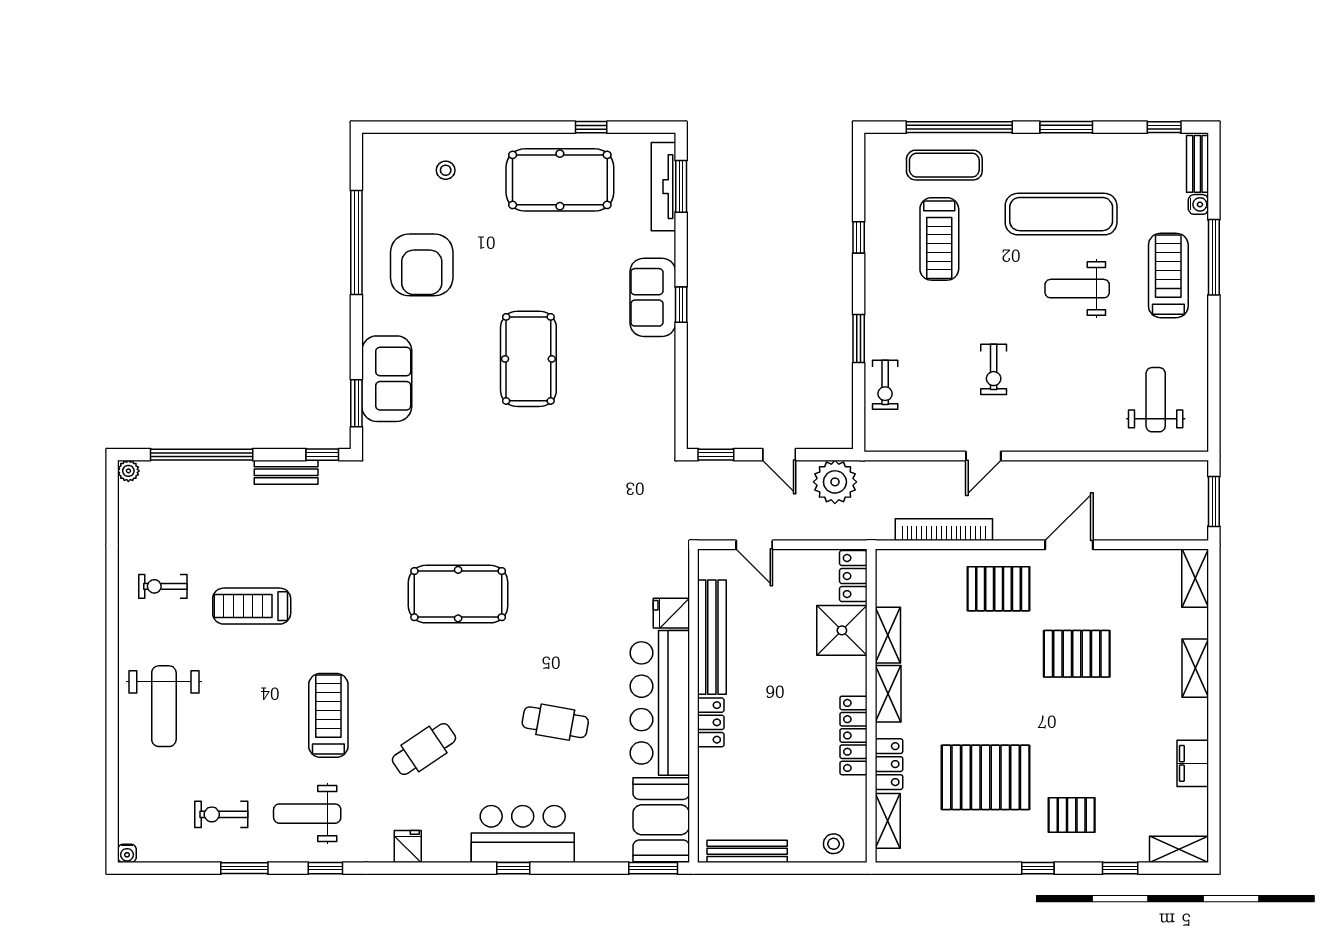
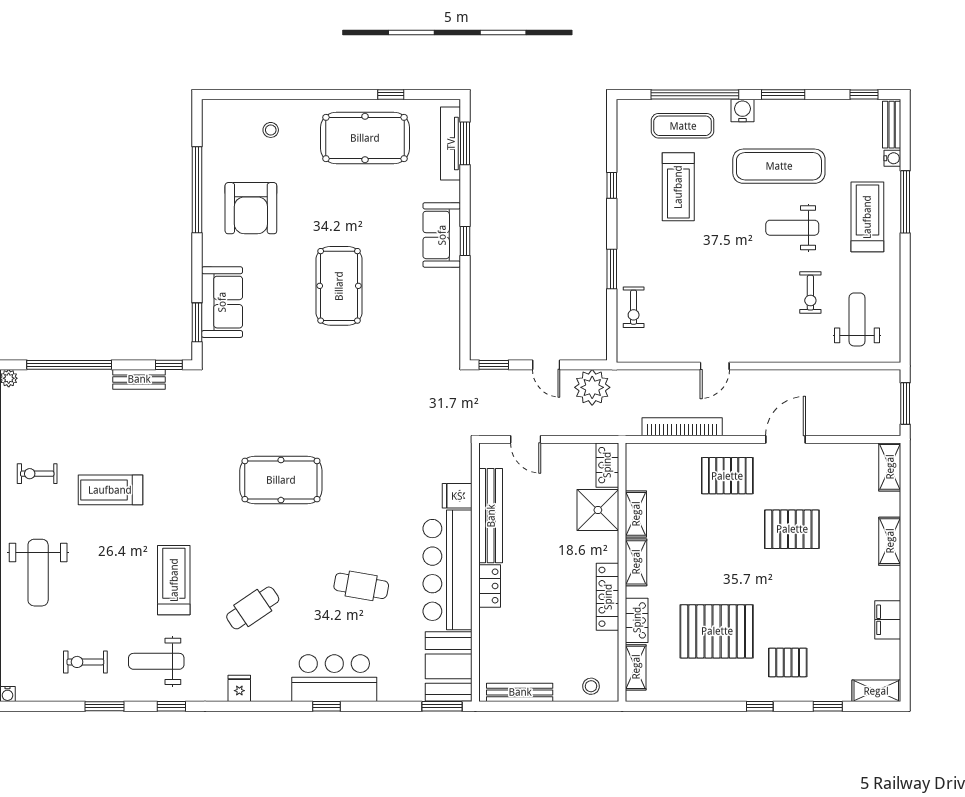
water cooler: (1017, 147) -> (742, 111), added
exercise bike: (994, 369) -> (810, 293), moved

